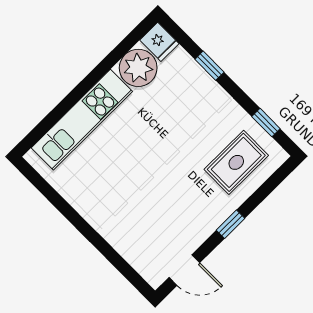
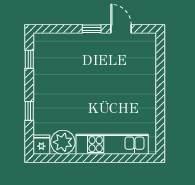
rug: (236, 162) -> (61, 54), removed
door: (184, 270) -> (121, 29), moved

